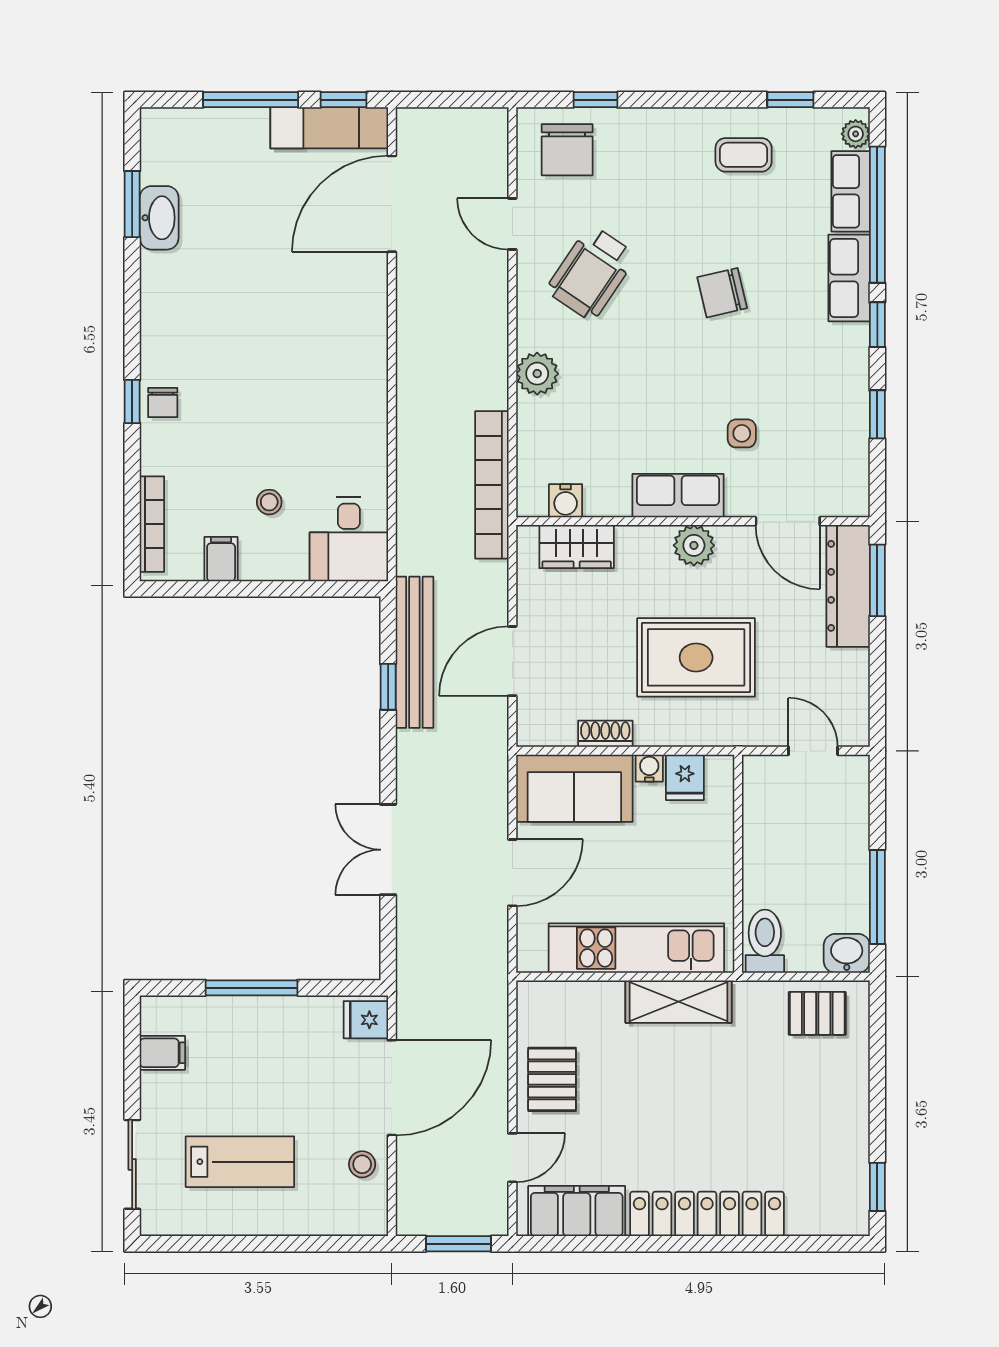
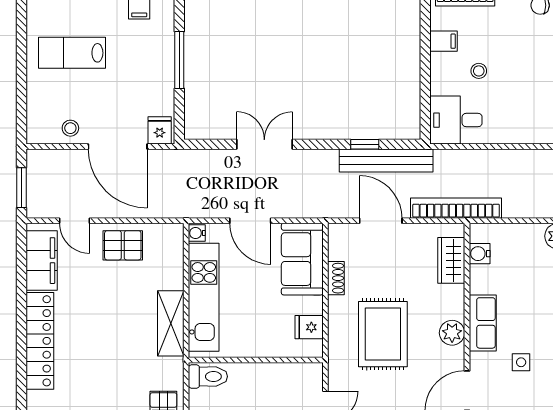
bookcase: (492, 485) -> (456, 208), moved
water cooler: (649, 768) -> (197, 233), moved, turned 180
lab bench: (240, 1162) -> (72, 53), turned 90

